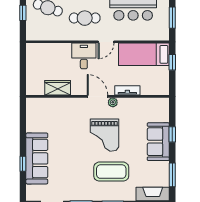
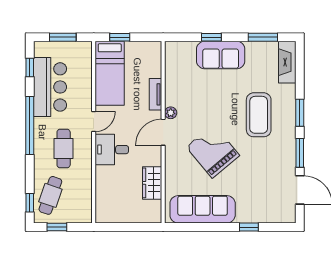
door: (106, 42) -> (94, 121), hinge flipped
grand piano: (105, 135) -> (213, 151), moved, turned -130
sofa: (37, 158) -> (203, 209), moved

